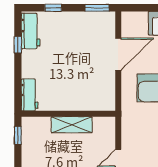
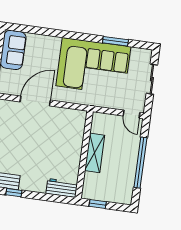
door: (118, 54) -> (35, 101), hinge flipped

